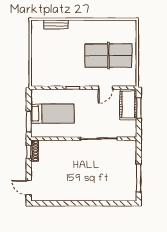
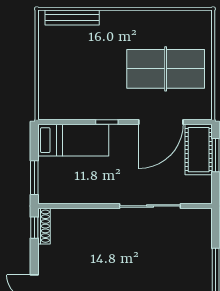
bench: (56, 24) -> (72, 17), width x1.36
door: (105, 88) -> (161, 122), width x1.87
bed: (52, 114) -> (73, 140), moved

